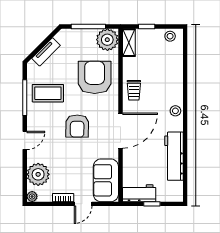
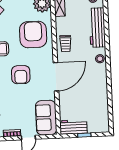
workbench: (174, 156) -> (97, 28), moved

